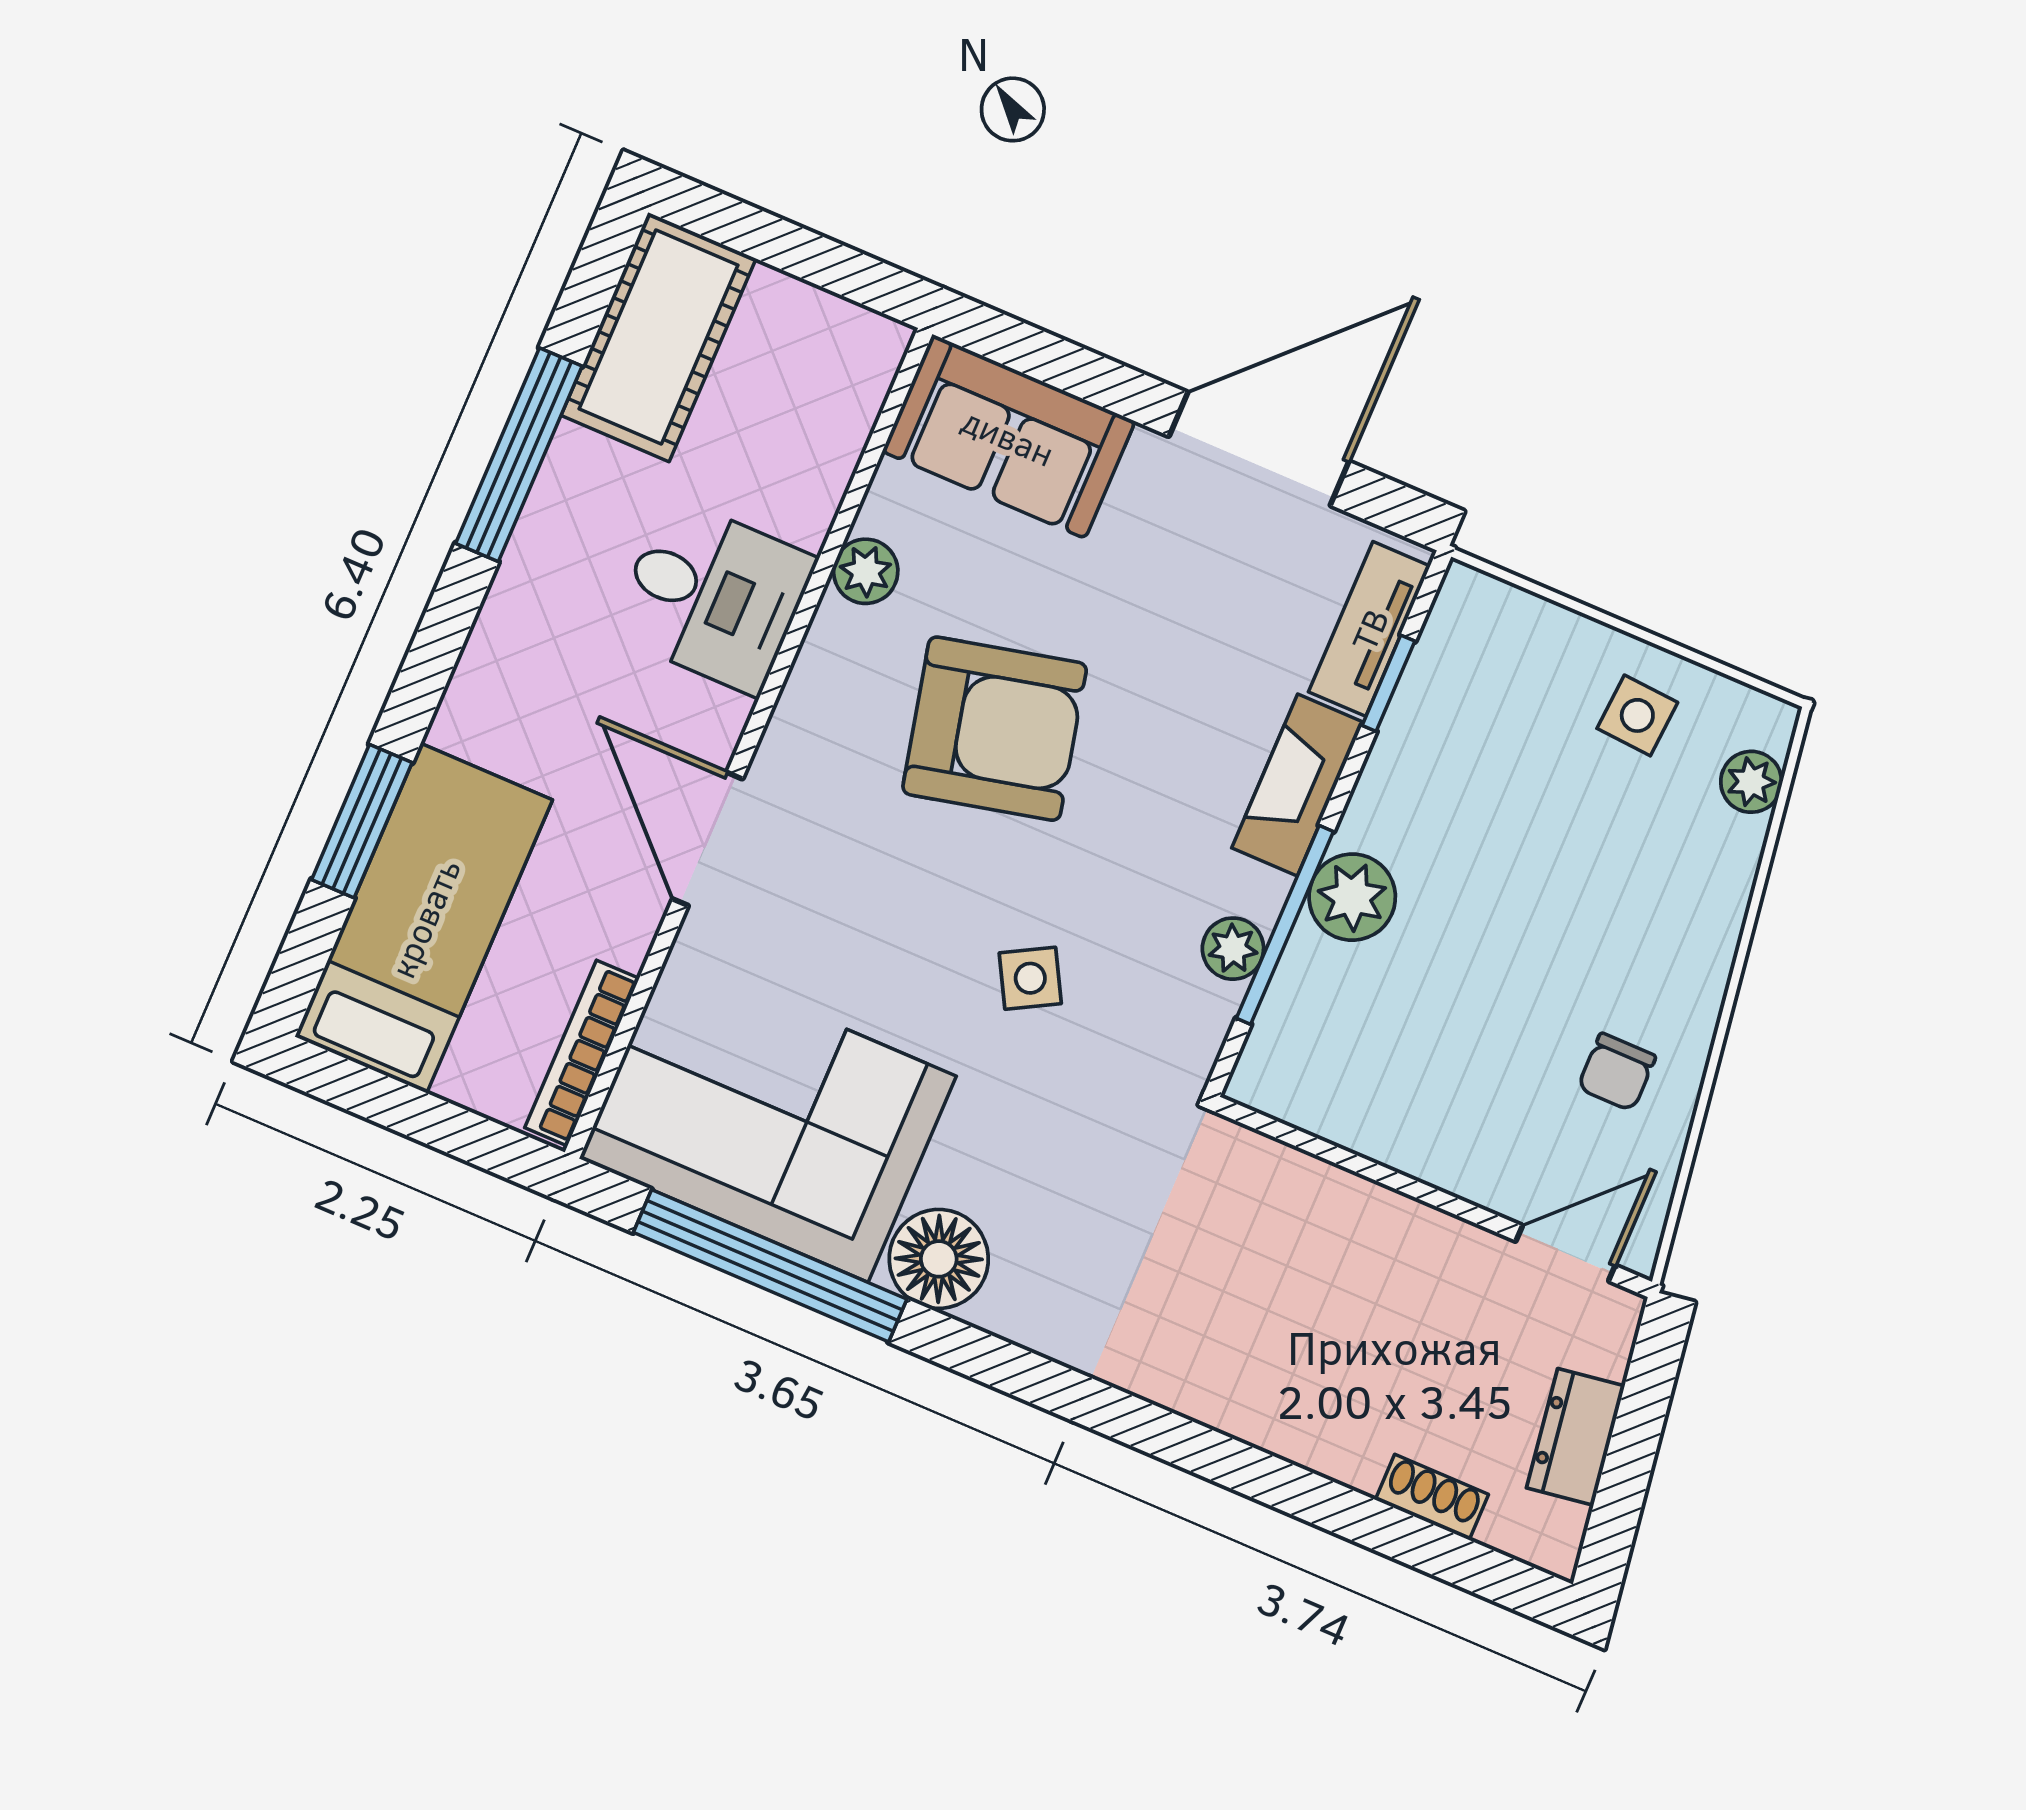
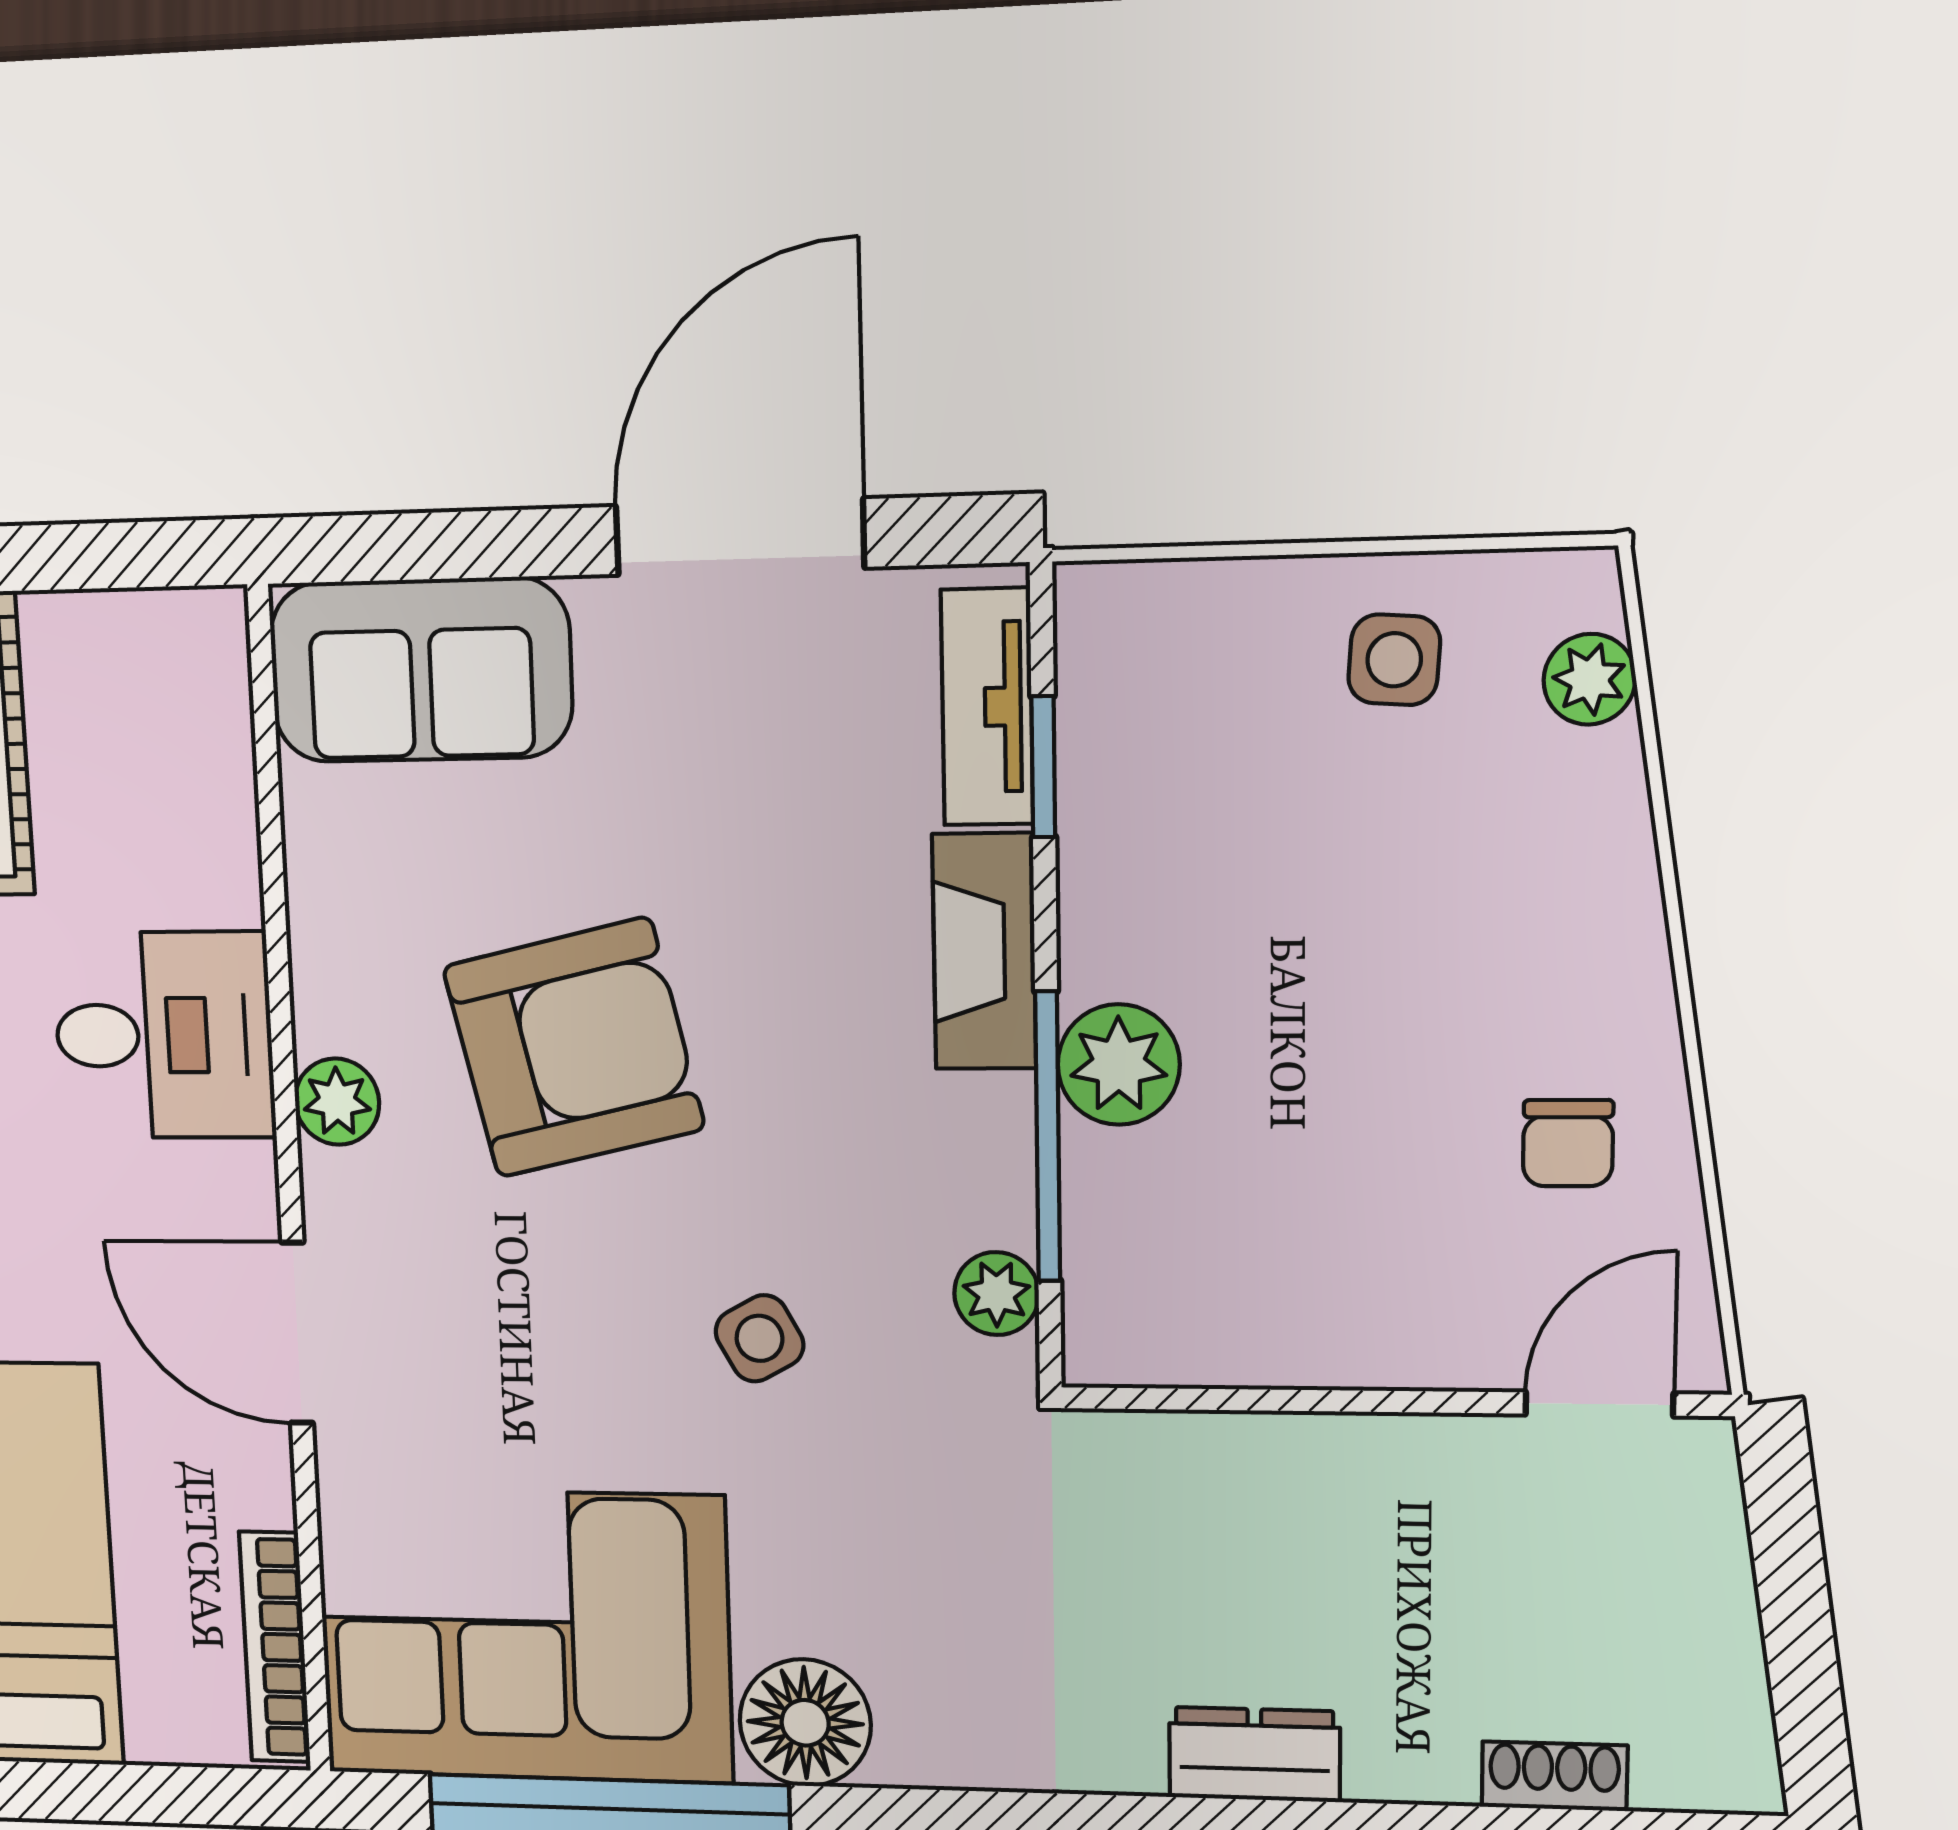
plant: (866, 571) -> (337, 1102), moved
plant: (1233, 949) -> (997, 1294), moved
dresser: (1576, 1437) -> (1254, 1755), moved, turned 99

